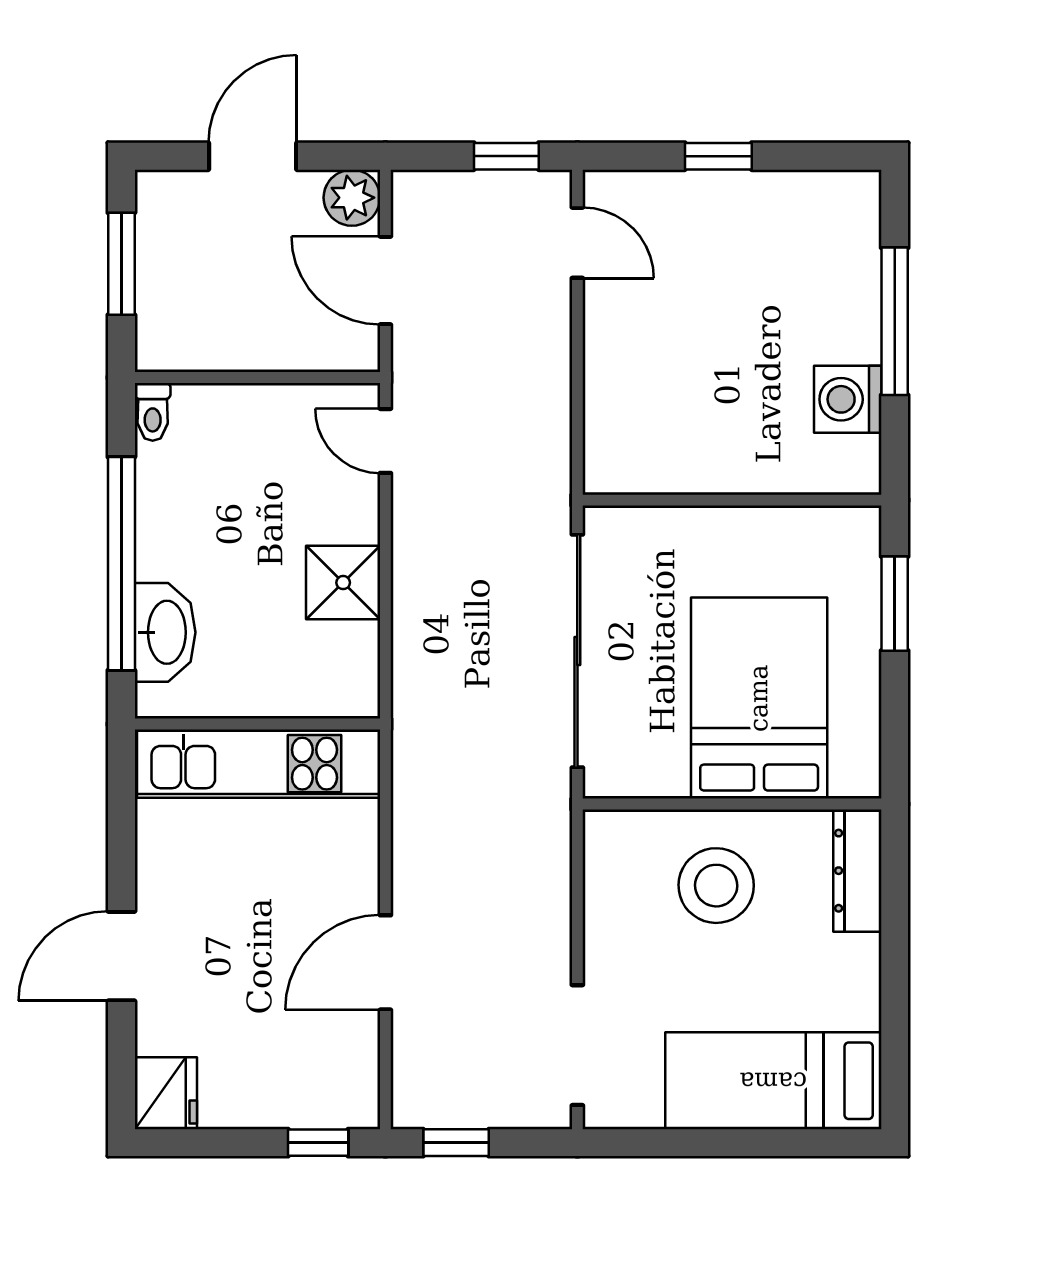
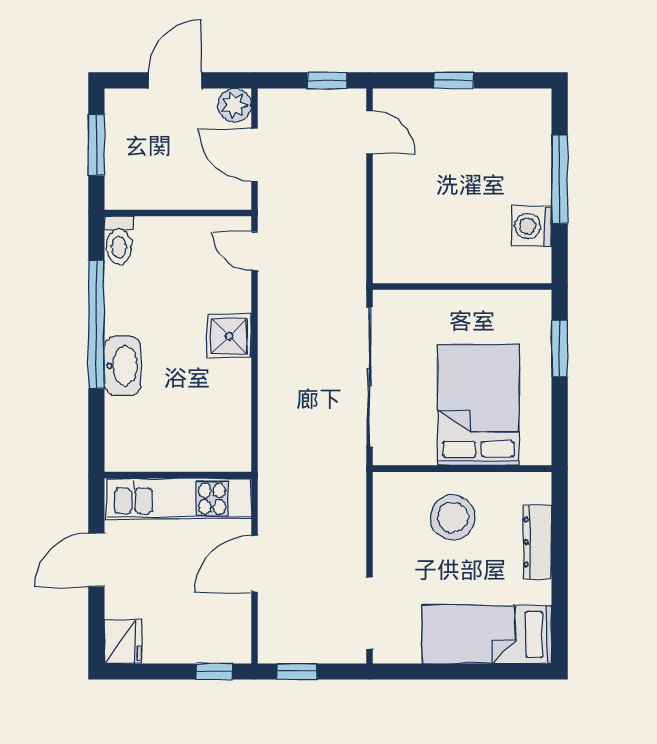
toilet: (153, 412) -> (119, 240), width x1.37, depth x1.39
wall: (257, 724) -> (178, 475), moved
kitchen unit: (259, 764) -> (179, 499), moved
dresser: (857, 871) -> (537, 542), moved

